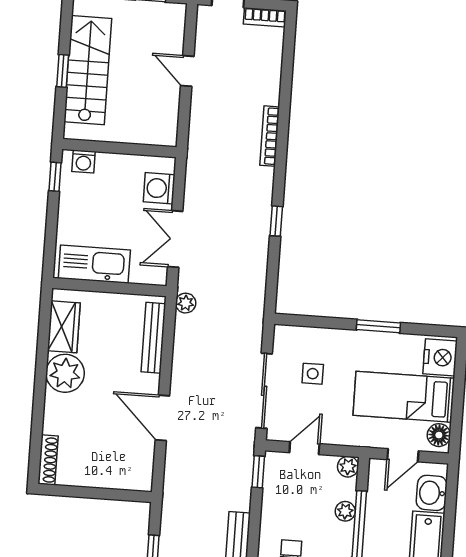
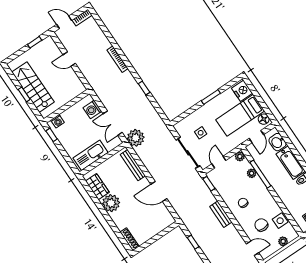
plant: (186, 303) -> (136, 138), width x1.88, depth x1.88

